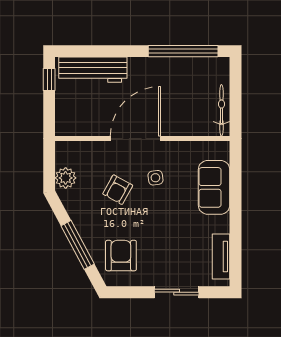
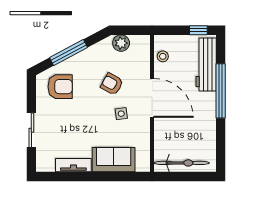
window: (183, 51) -> (221, 91), moved
bicycle: (221, 110) -> (182, 163), width x1.37, depth x1.40
stool: (82, 125) -> (163, 56), added
tv unit: (221, 256) -> (73, 165), moved

